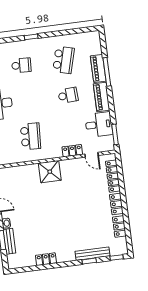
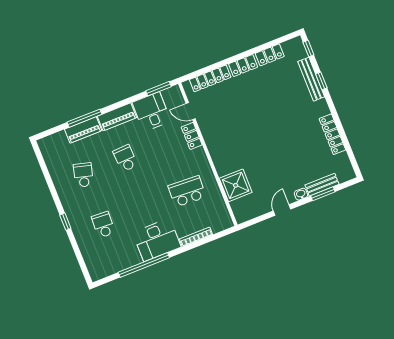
school desk: (63, 60) -> (83, 175), width x0.54
door: (92, 155) -> (191, 111), swing flipped
shower: (50, 172) -> (236, 185), moved
locker: (46, 259) -> (332, 134), width x1.53

